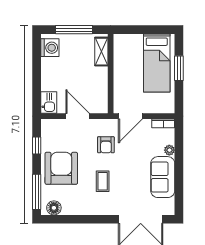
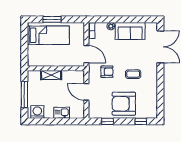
shelving: (101, 52) -> (51, 75), moved
kitchen sink: (49, 102) -> (62, 113), moved
door: (78, 116) -> (86, 92), hinge flipped
window: (37, 192) -> (141, 121), width x0.46
floor lamp: (54, 208) -> (152, 109), removed

